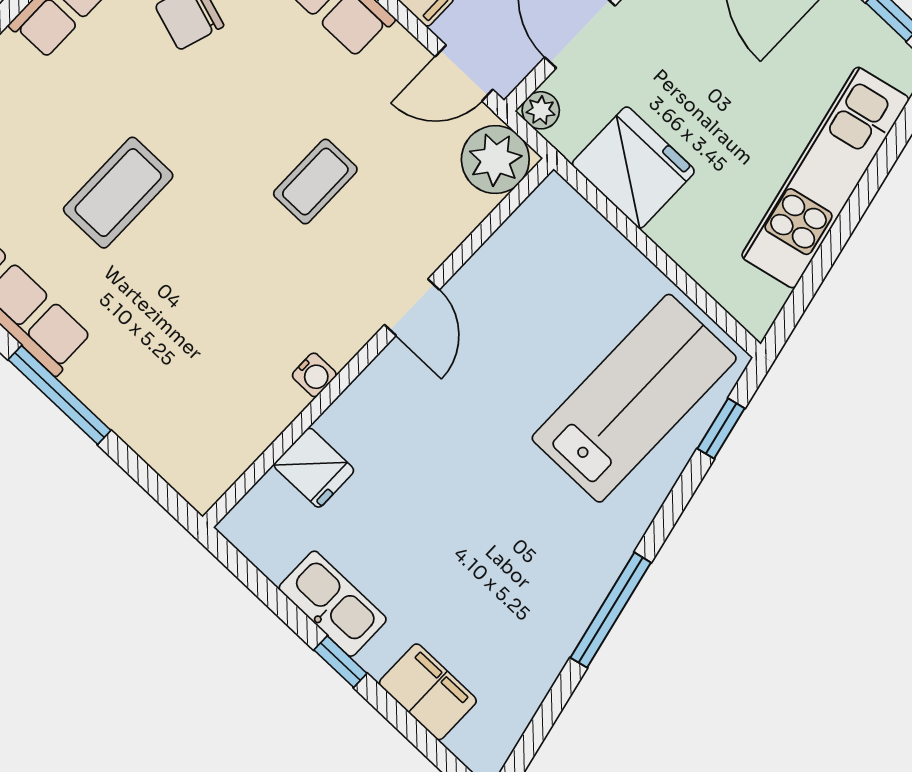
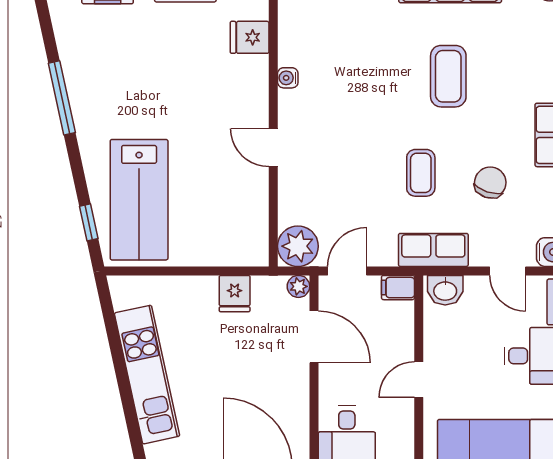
fridge: (633, 168) -> (235, 294), width x0.53, depth x0.75
coffee table: (315, 182) -> (421, 173), moved

